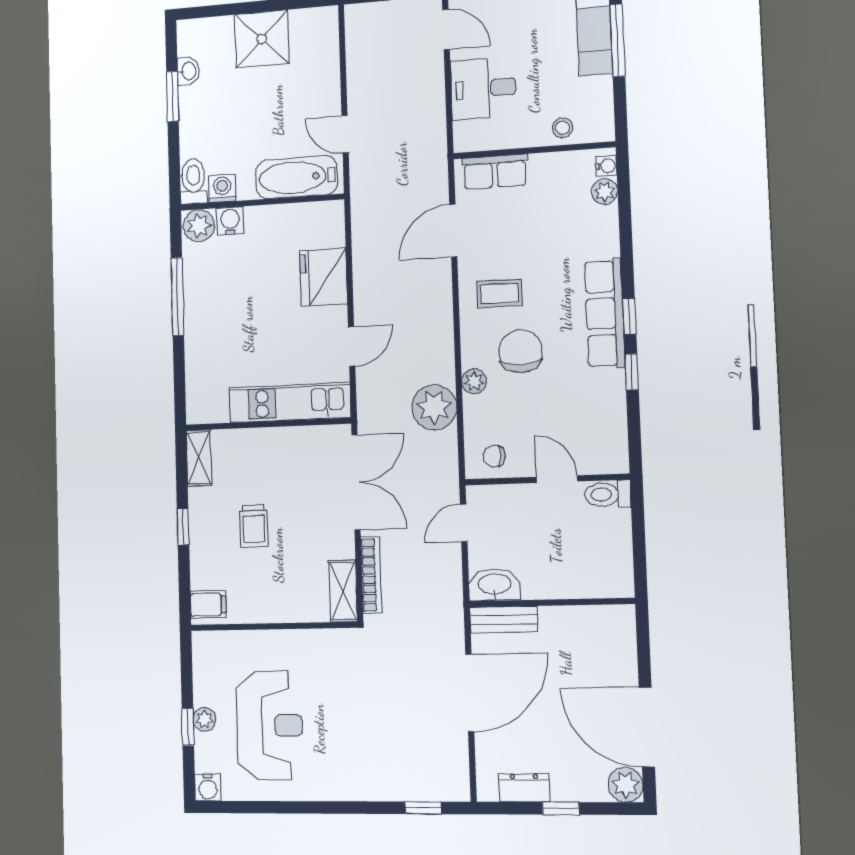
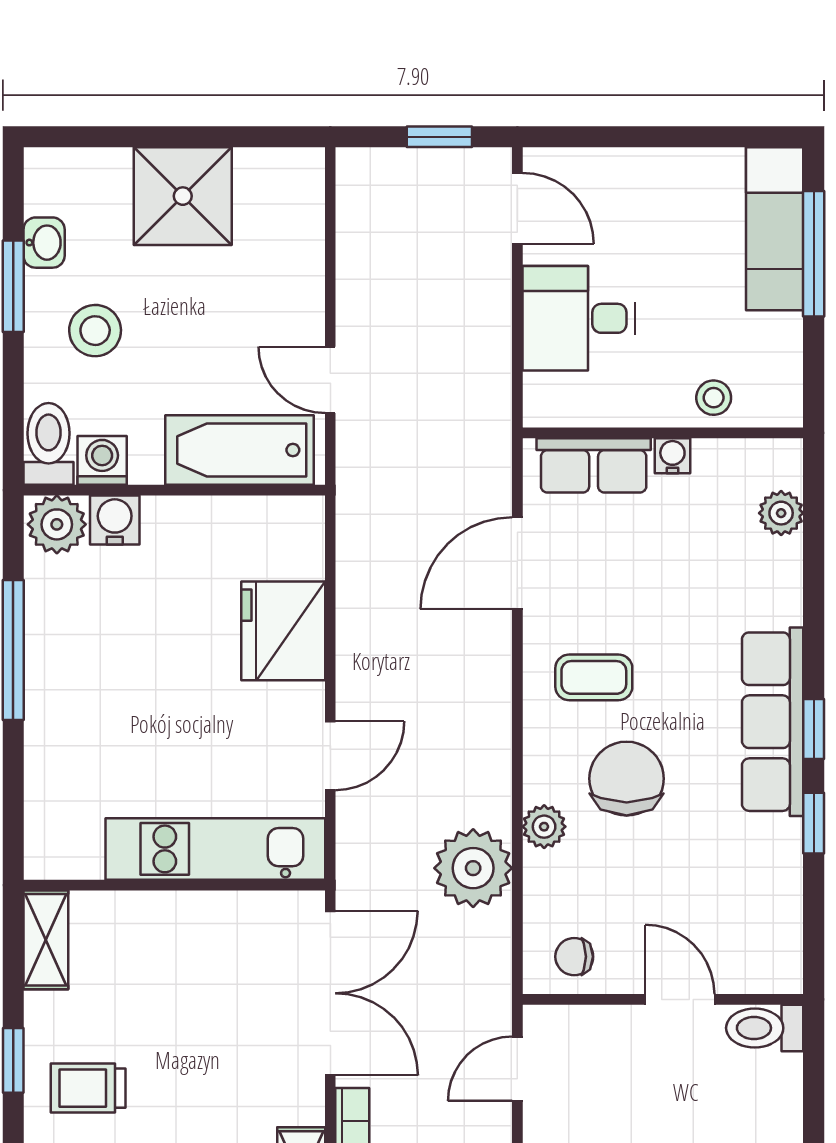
stool: (217, 117) -> (95, 331), added
water cooler: (606, 166) -> (672, 456), moved, turned -90
trolley: (254, 526) -> (88, 1088), moved, turned 90

